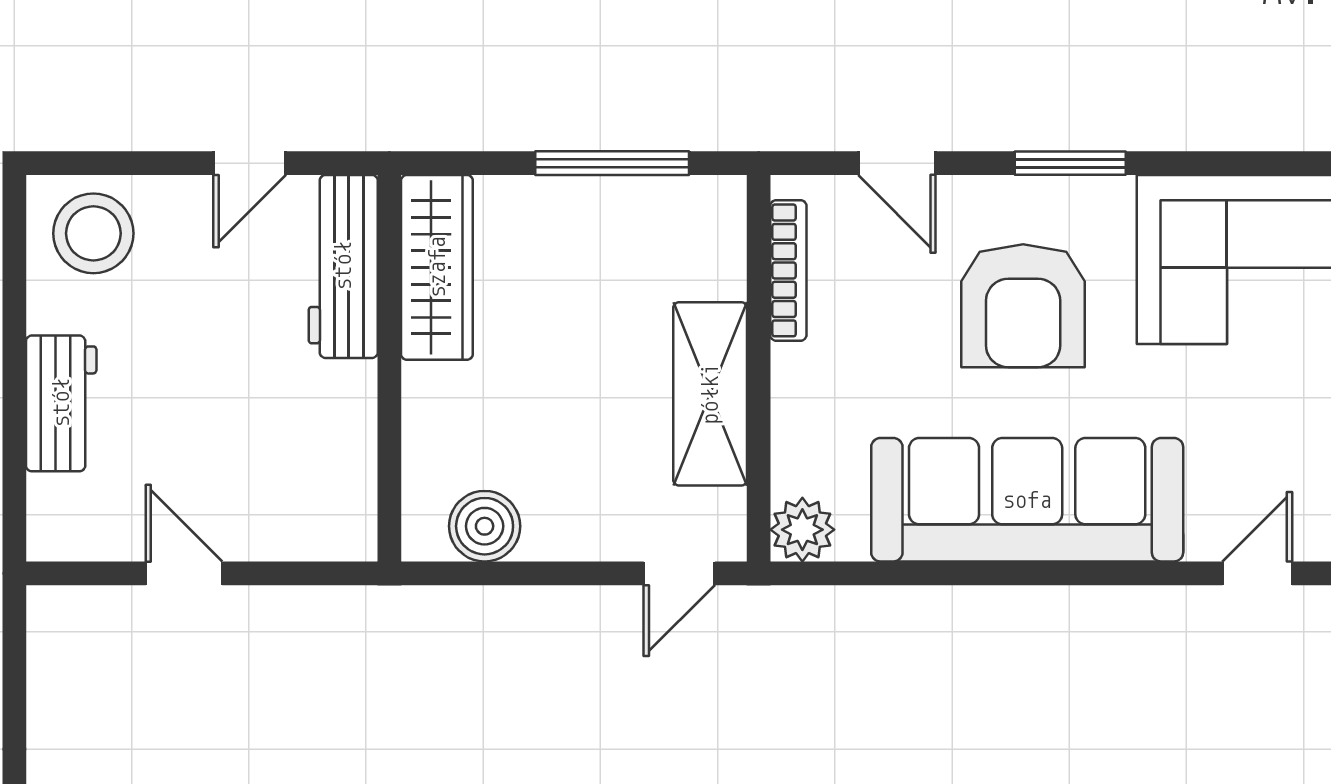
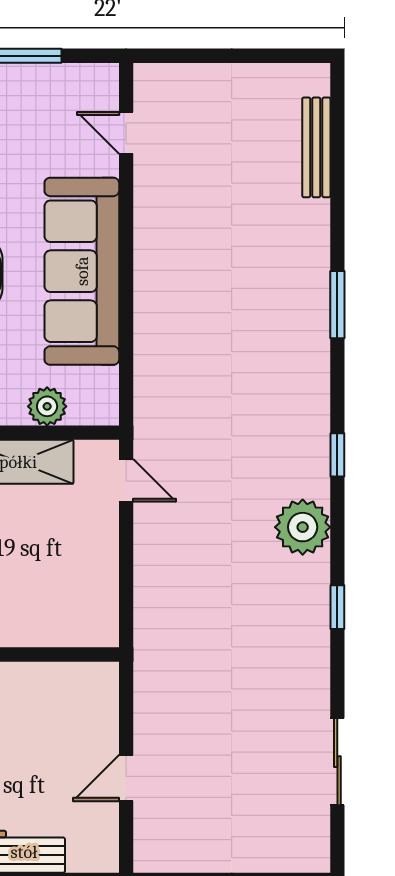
boiler: (485, 526) -> (98, 597), removed
plant: (802, 530) -> (47, 406), moved

